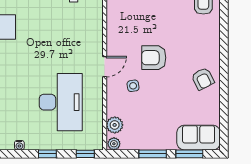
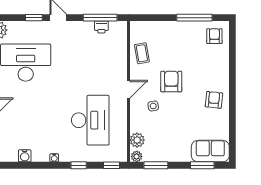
coffee table: (120, 25) -> (142, 53), added
armchair: (154, 58) -> (171, 81), turned 90
armchair: (203, 79) -> (214, 100), turned -147
window: (153, 154) -> (156, 165), moved

